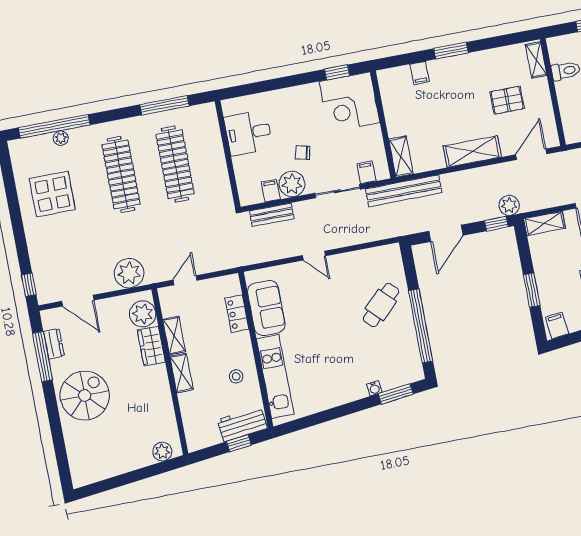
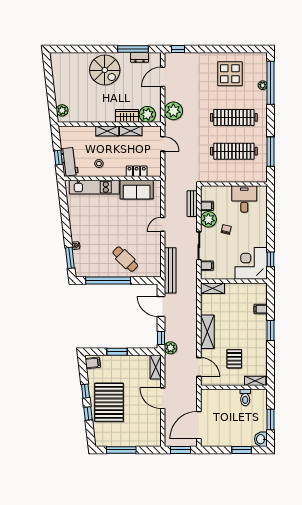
bench: (404, 191) -> (170, 270), moved

